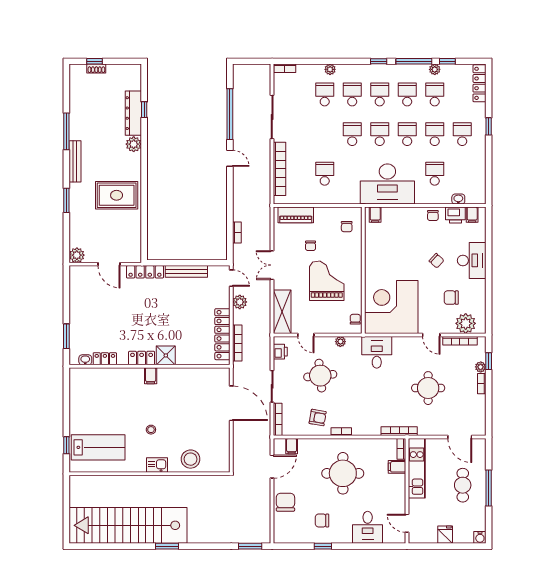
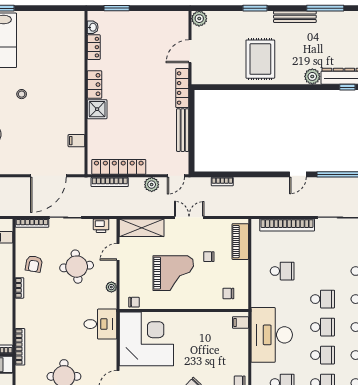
filing cabinet: (151, 376) -> (76, 141), moved

